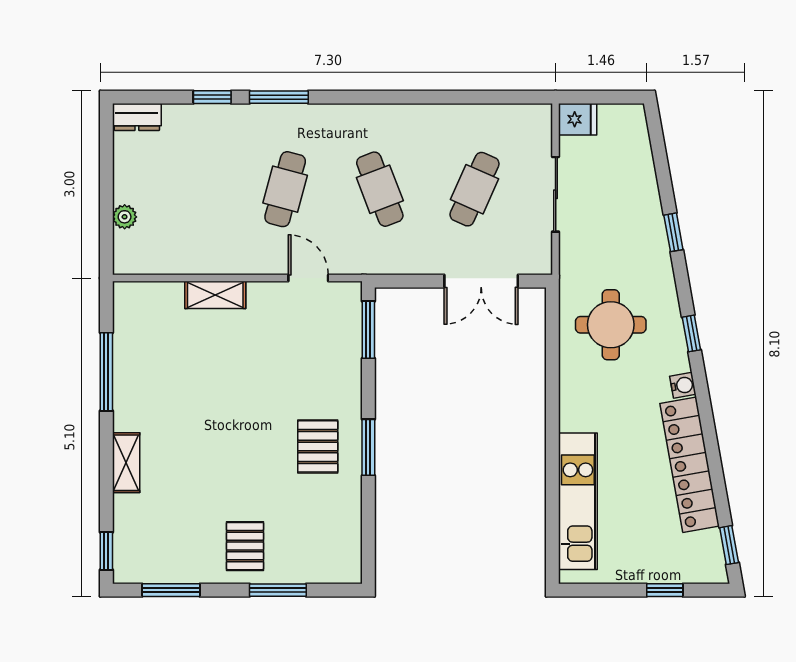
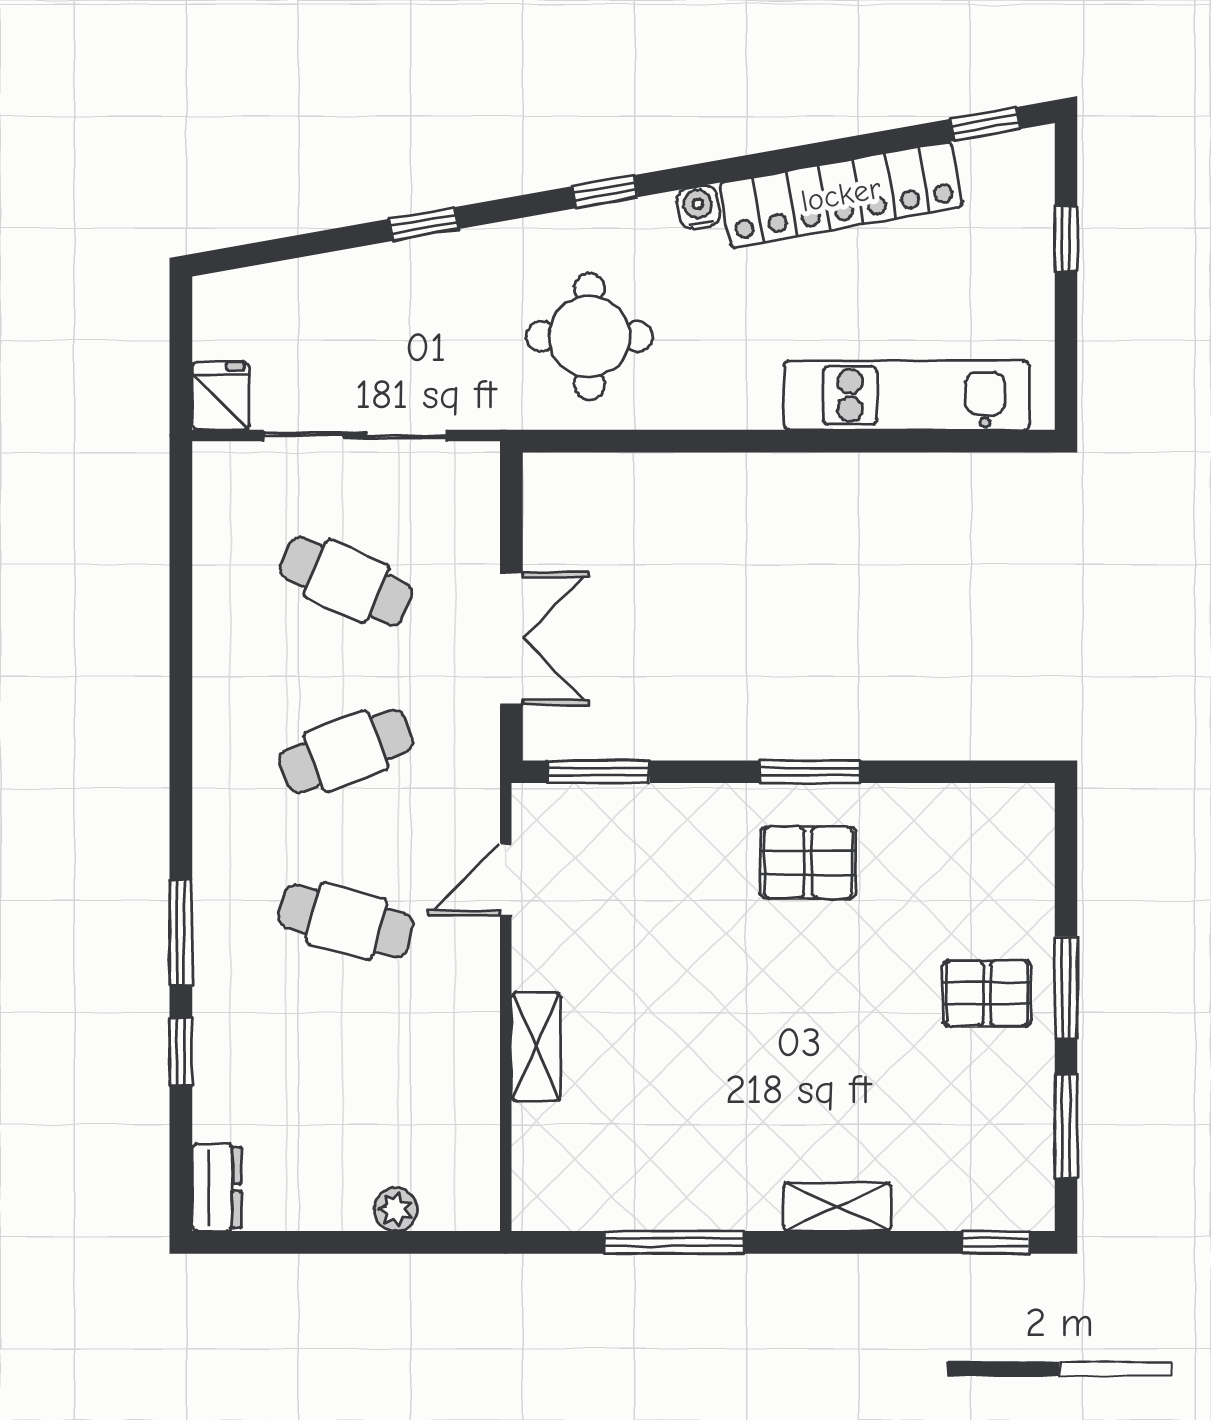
sliding door: (556, 194) -> (355, 436), width x1.37
double door: (481, 281) -> (511, 638), moved
window: (278, 590) -> (1066, 988), moved

